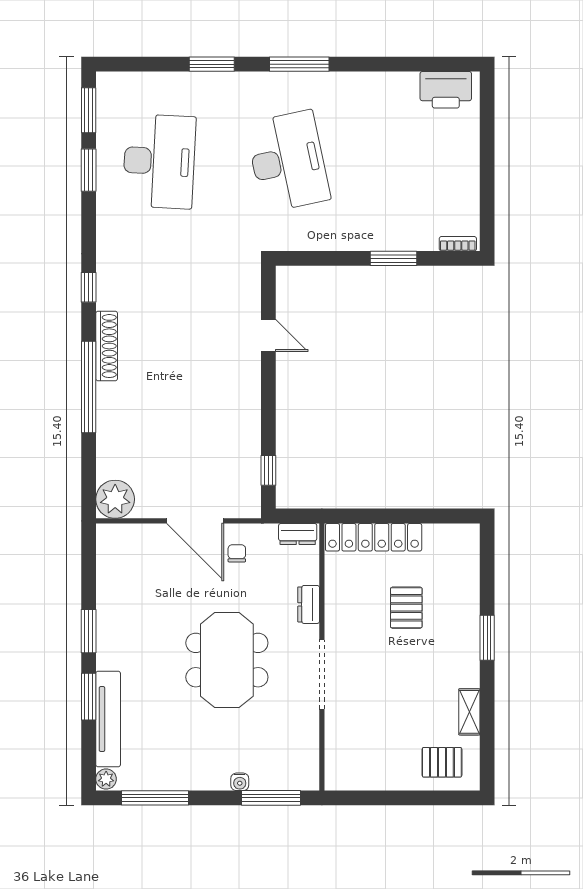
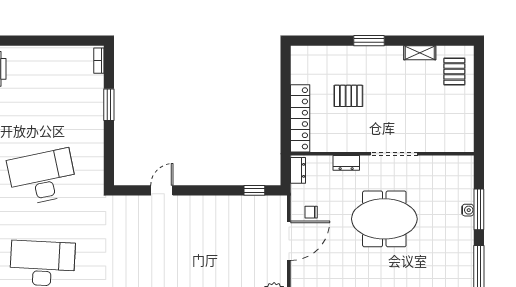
window: (271, 798) -> (479, 209), moved

